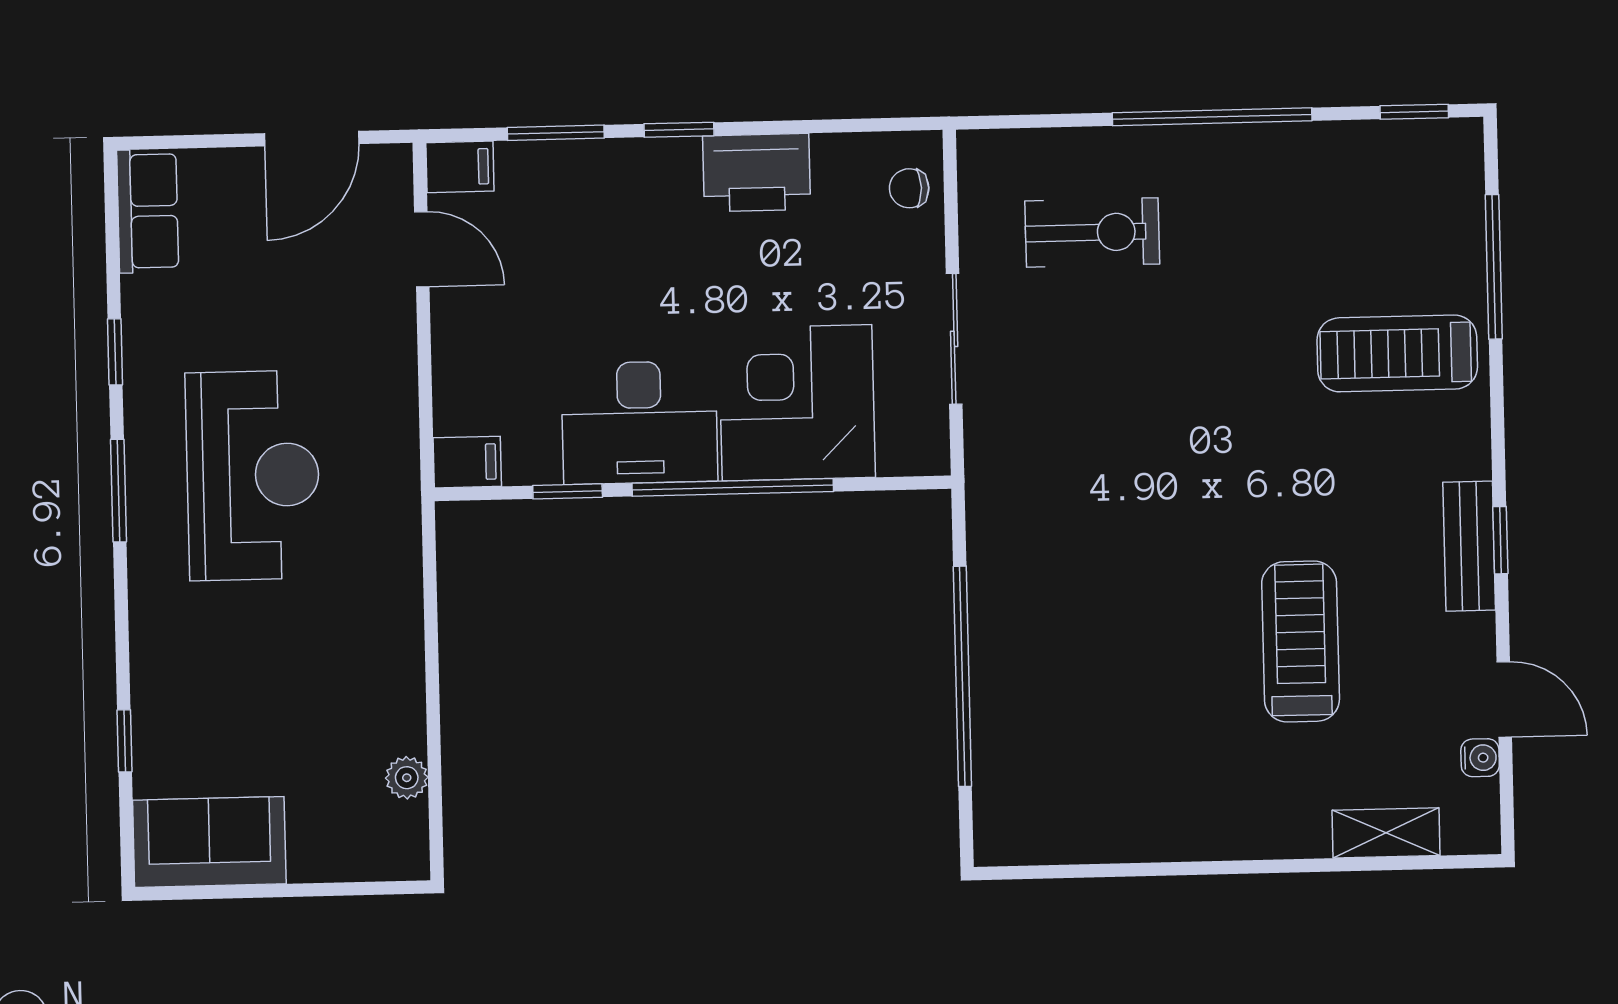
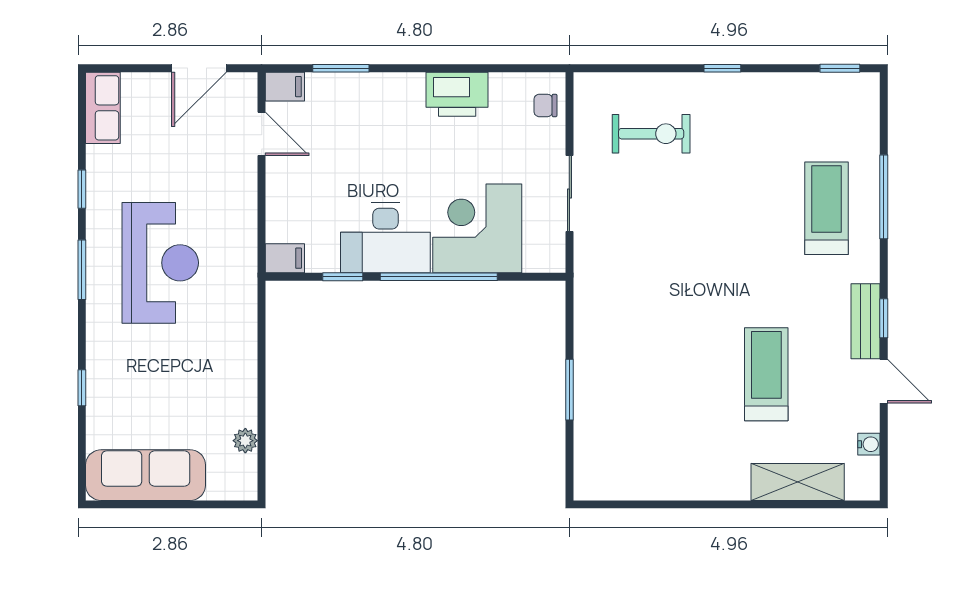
window: (1212, 117) -> (722, 68), width x0.32
window: (679, 130) -> (413, 68), removed
window: (1494, 267) -> (884, 197), moved
treadmill: (1397, 353) -> (827, 208), turned 90
window: (962, 676) -> (569, 390), width x0.47
door: (1504, 699) -> (884, 381), moved
window: (125, 741) -> (82, 388), moved
shelving: (1386, 833) -> (798, 482), width x1.50, depth x1.33
sofa: (209, 842) -> (146, 475), width x1.36

